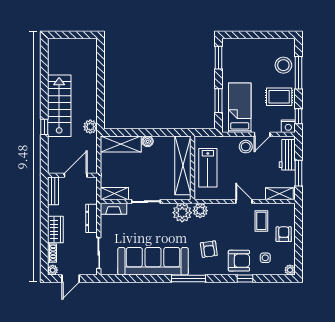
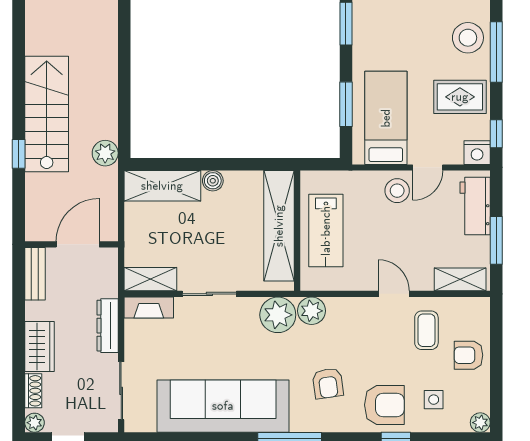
armchair: (284, 234) -> (468, 355), turned -90

